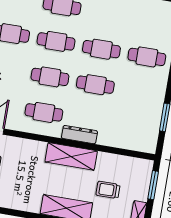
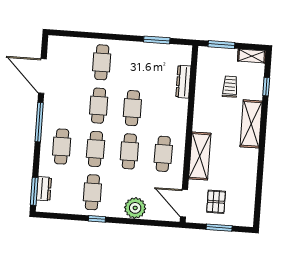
dresser: (79, 135) -> (183, 82), moved
shelving: (71, 156) -> (200, 156), moved
trolley: (108, 190) -> (230, 87), turned 180

